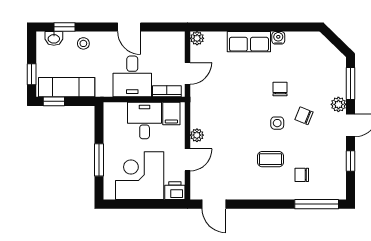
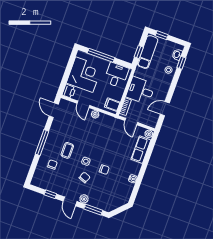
door: (129, 27) -> (165, 109), moved
row of seats: (249, 42) -> (141, 150), moved
window: (54, 101) -> (139, 52), moved
desk: (145, 121) -> (116, 75), moved, turned -90
window: (99, 160) -> (101, 55), width x1.44
door: (214, 204) -> (54, 110), hinge flipped
window: (317, 204) -> (42, 143), moved

